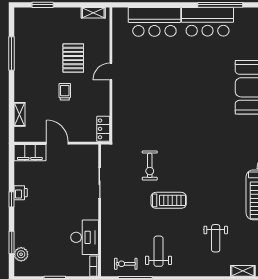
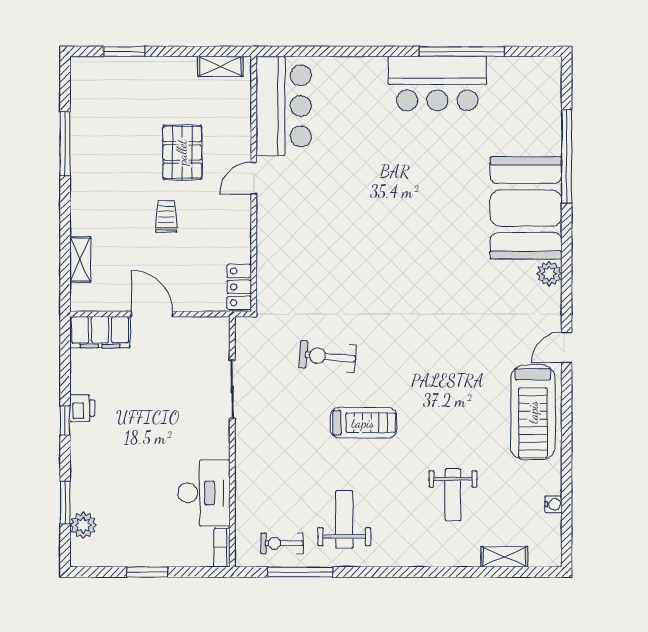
bar counter: (154, 22) -> (284, 106), moved, turned -90
exercise bike: (150, 165) -> (328, 356), turned 95

